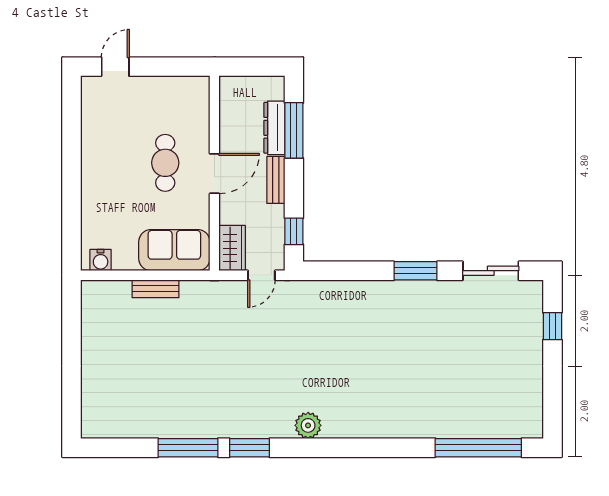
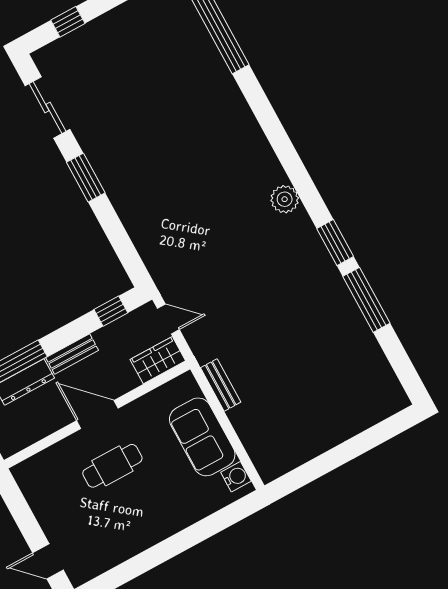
sofa: (174, 250) -> (202, 437), moved
bench: (155, 289) -> (221, 385), moved

